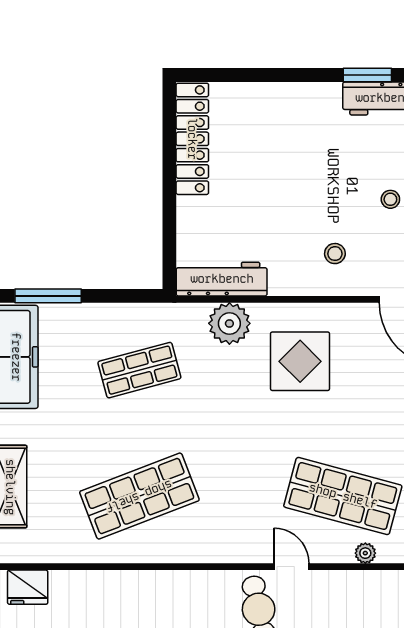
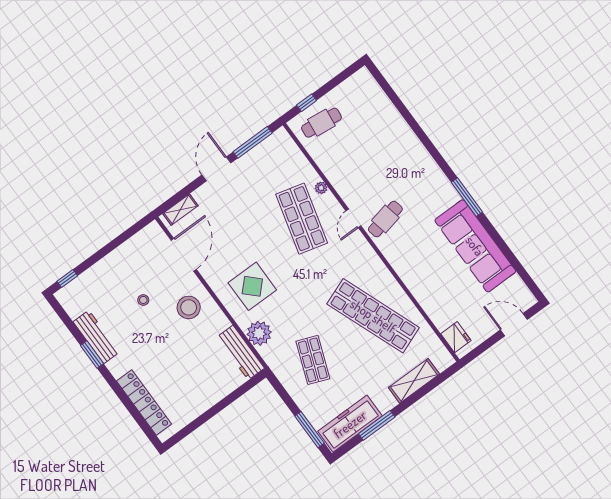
locker: (192, 139) -> (144, 402), moved, turned 90
stool: (335, 254) -> (189, 307), width x1.89, depth x1.89
shop shelf: (139, 370) -> (313, 360), turned 36
shop shelf: (139, 496) -> (373, 316), width x1.40

